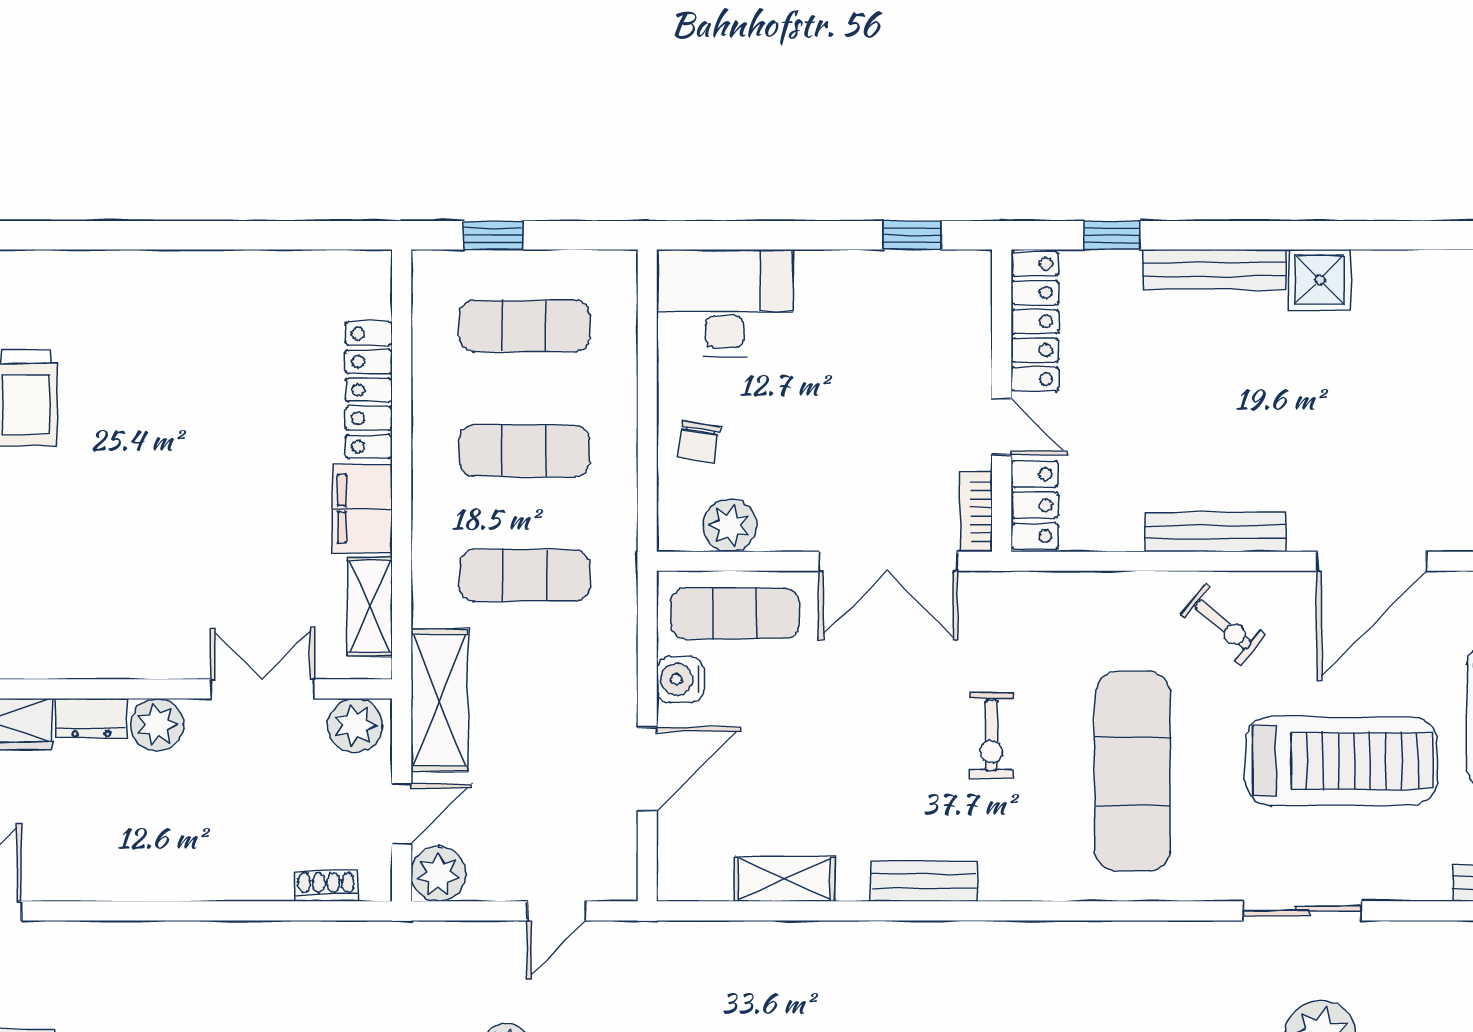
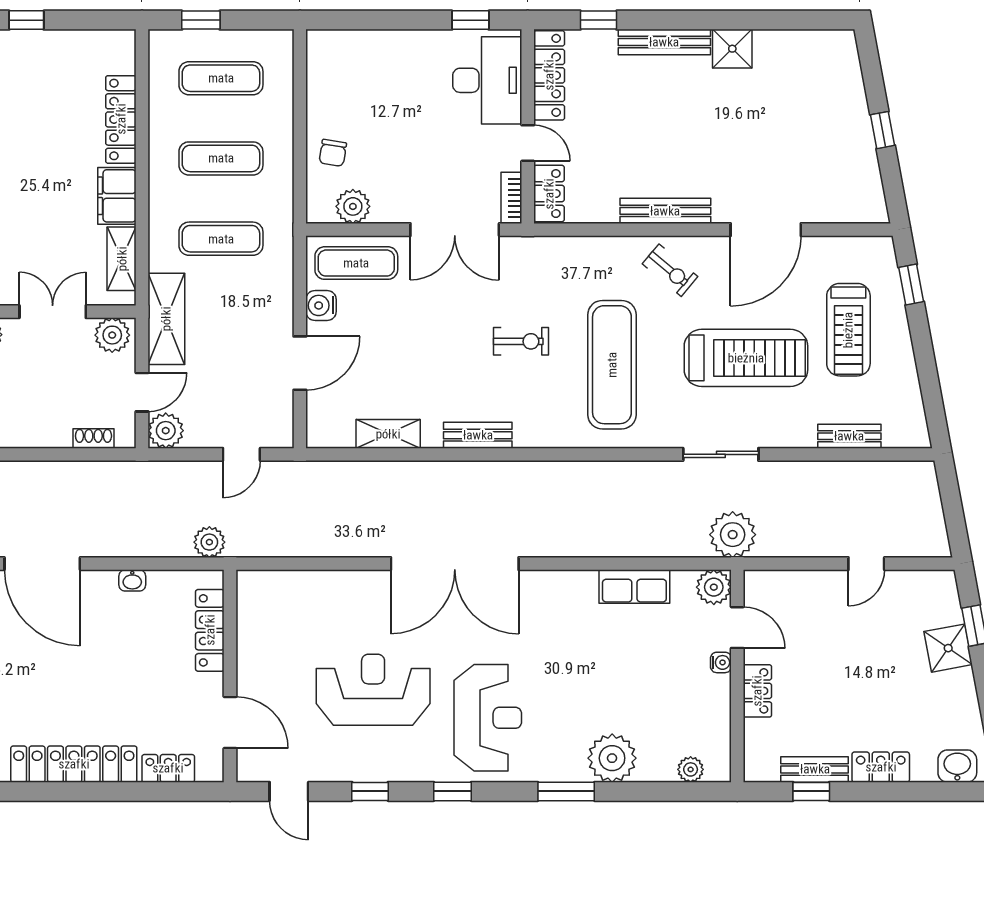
window: (222, 235) -> (26, 20), added
desk: (725, 303) -> (487, 80), moved, turned 90
exercise bike: (991, 735) -> (521, 341), turned -90

